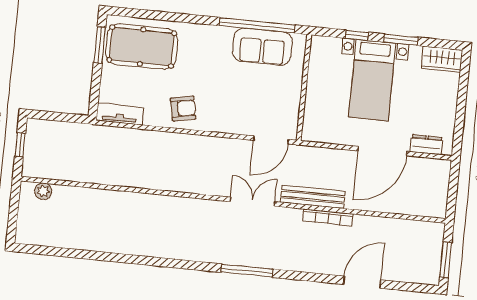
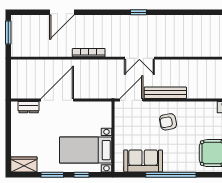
window: (257, 25) -> (171, 175), moved
bed with nightstands: (372, 80) -> (86, 150), moved, turned -90
armchair: (183, 108) -> (168, 122), moved
bench: (313, 197) -> (165, 93), moved
window: (247, 271) -> (139, 12), width x0.46

